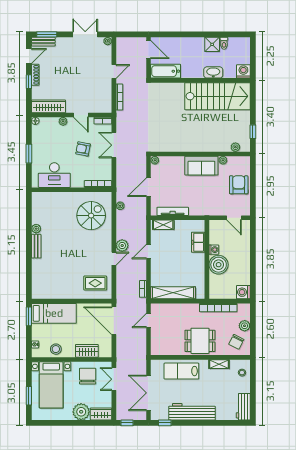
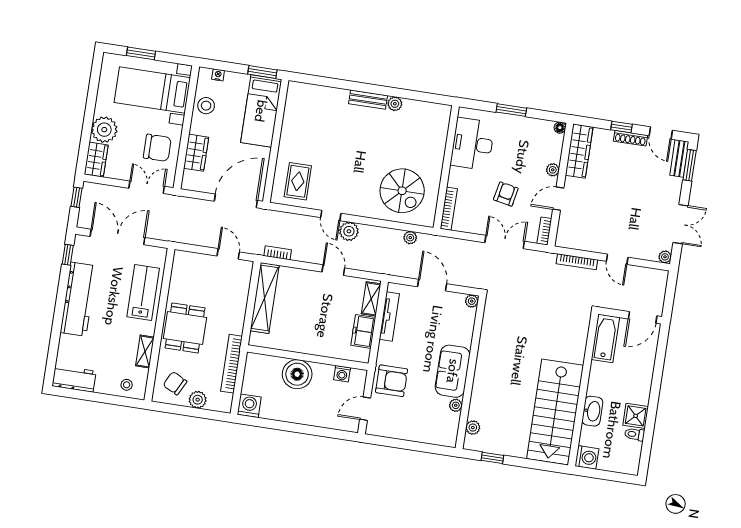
armchair: (239, 185) -> (392, 381), moved
freezer: (198, 242) -> (363, 331), moved, turned -90
washing machine: (214, 250) -> (342, 374), moved

